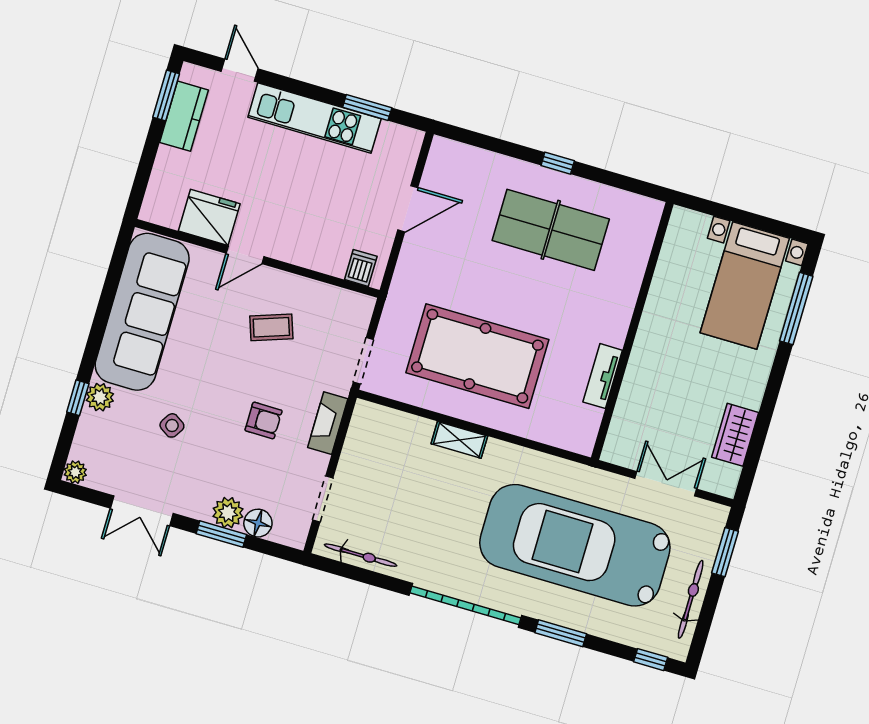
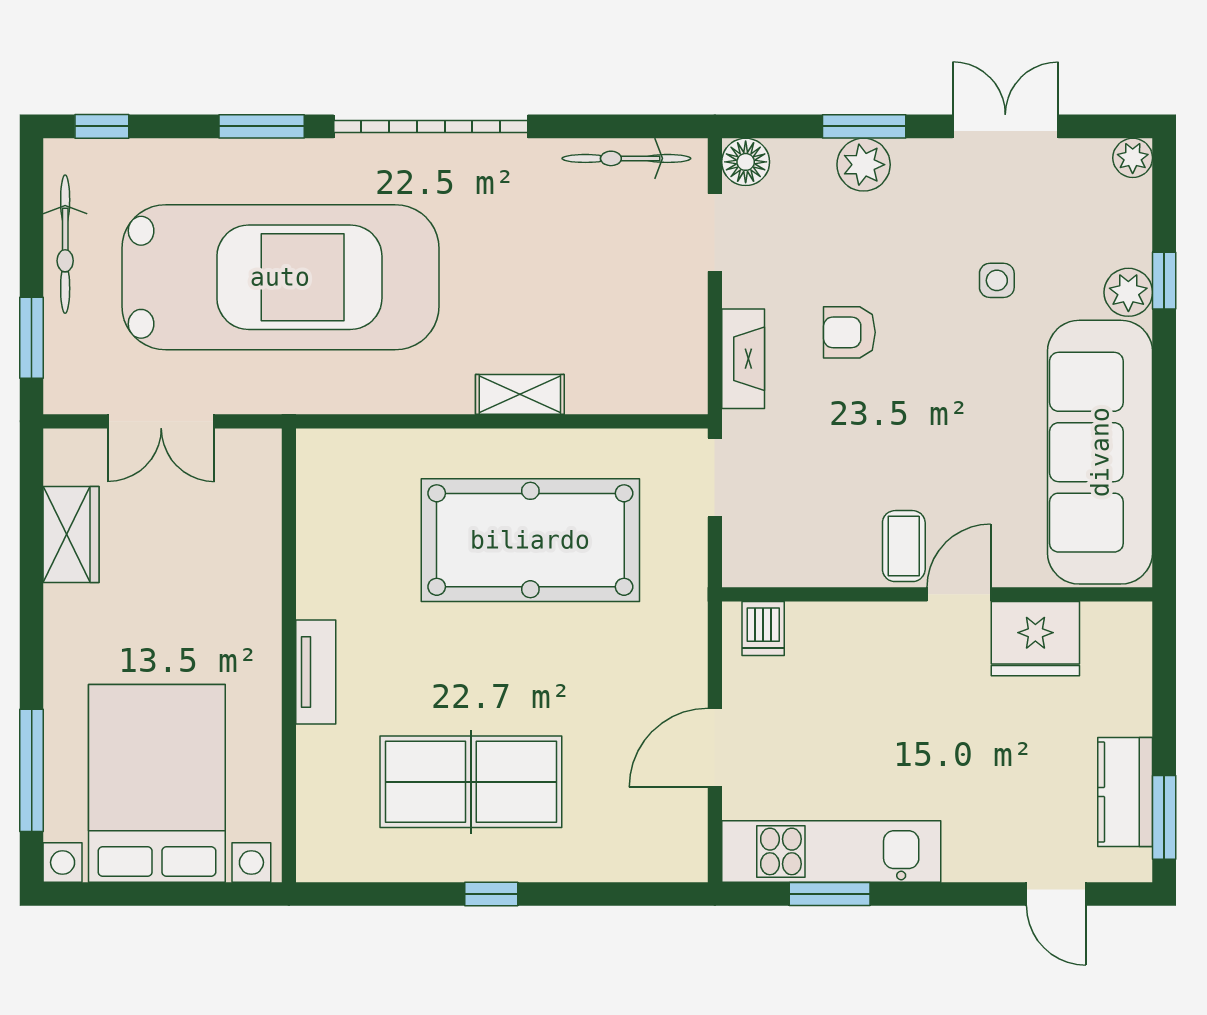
kitchen unit: (314, 118) -> (831, 851), moved
bed with nightstands: (745, 286) -> (157, 783), width x1.36
coffee table: (271, 327) -> (904, 546), moved, turned -71
tv unit: (603, 376) -> (316, 672), moved
side table: (172, 425) -> (997, 280), turned -33
floor lamp: (258, 523) -> (746, 162), moved

